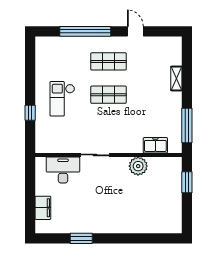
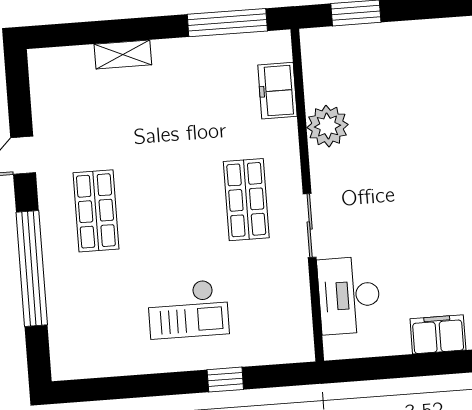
shop shelf: (108, 95) -> (246, 200), moved

